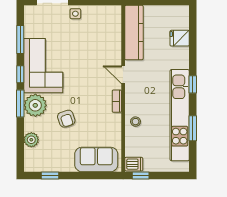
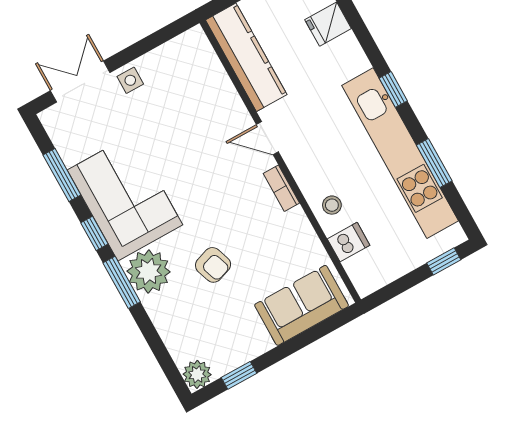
plant: (31, 140) -> (197, 374), moved
dishwasher: (134, 164) -> (349, 242), moved
window: (141, 175) -> (444, 261), moved

